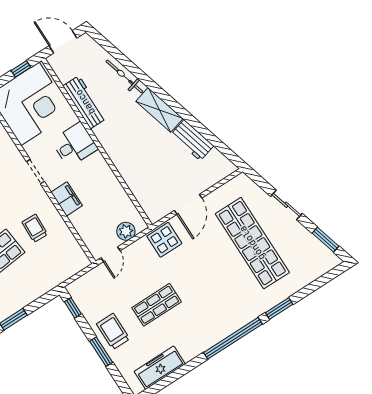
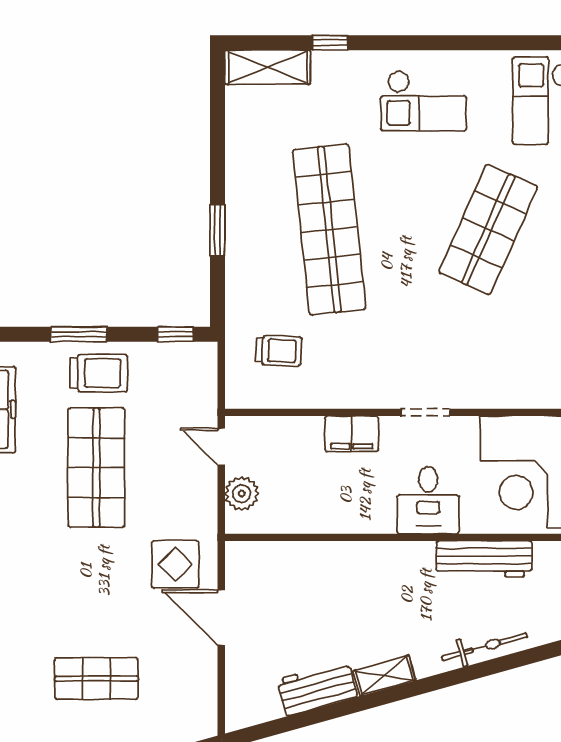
shelving: (159, 110) -> (384, 676), width x0.67, depth x0.75
trolley: (35, 228) -> (279, 351), moved
display table: (164, 240) -> (175, 564), moved
shop shelf: (252, 243) -> (96, 679), width x0.50, depth x0.74
shop shelf: (157, 305) -> (96, 468), width x1.43, depth x1.36

